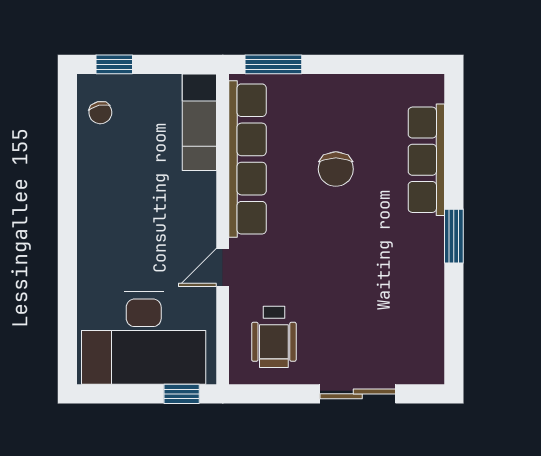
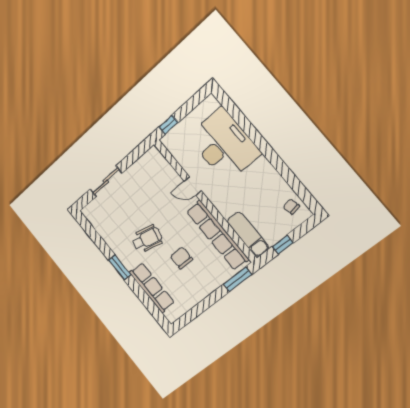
window: (114, 64) -> (283, 245), moved
door: (223, 267) -> (193, 186), swing flipped
wheelchair: (274, 337) -> (147, 239), moved, turned 103
desk: (144, 338) -> (224, 145), moved, turned 90

